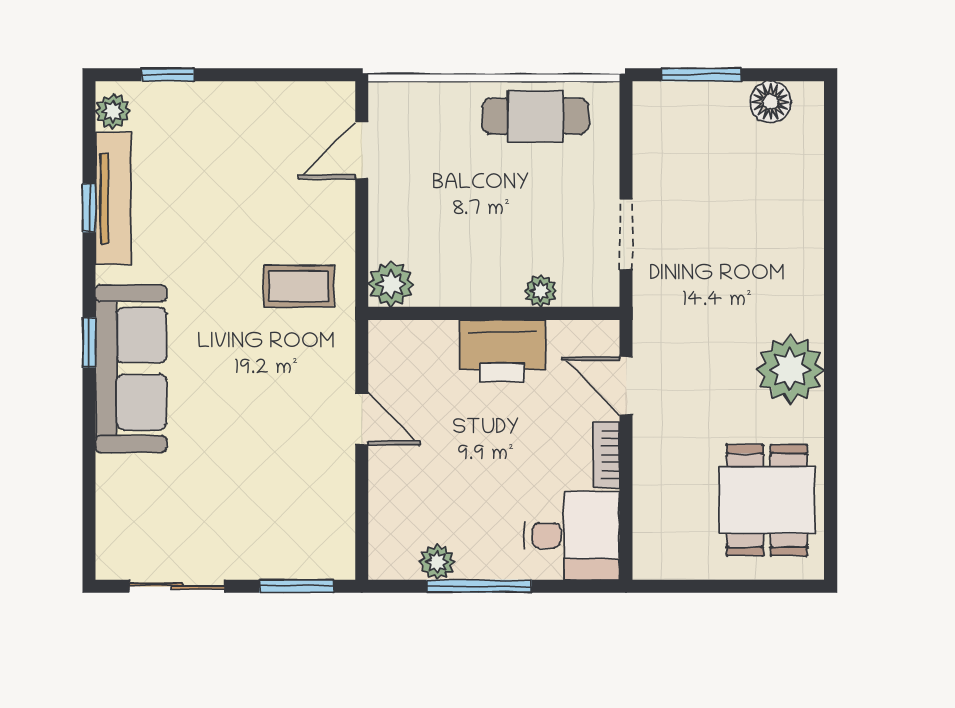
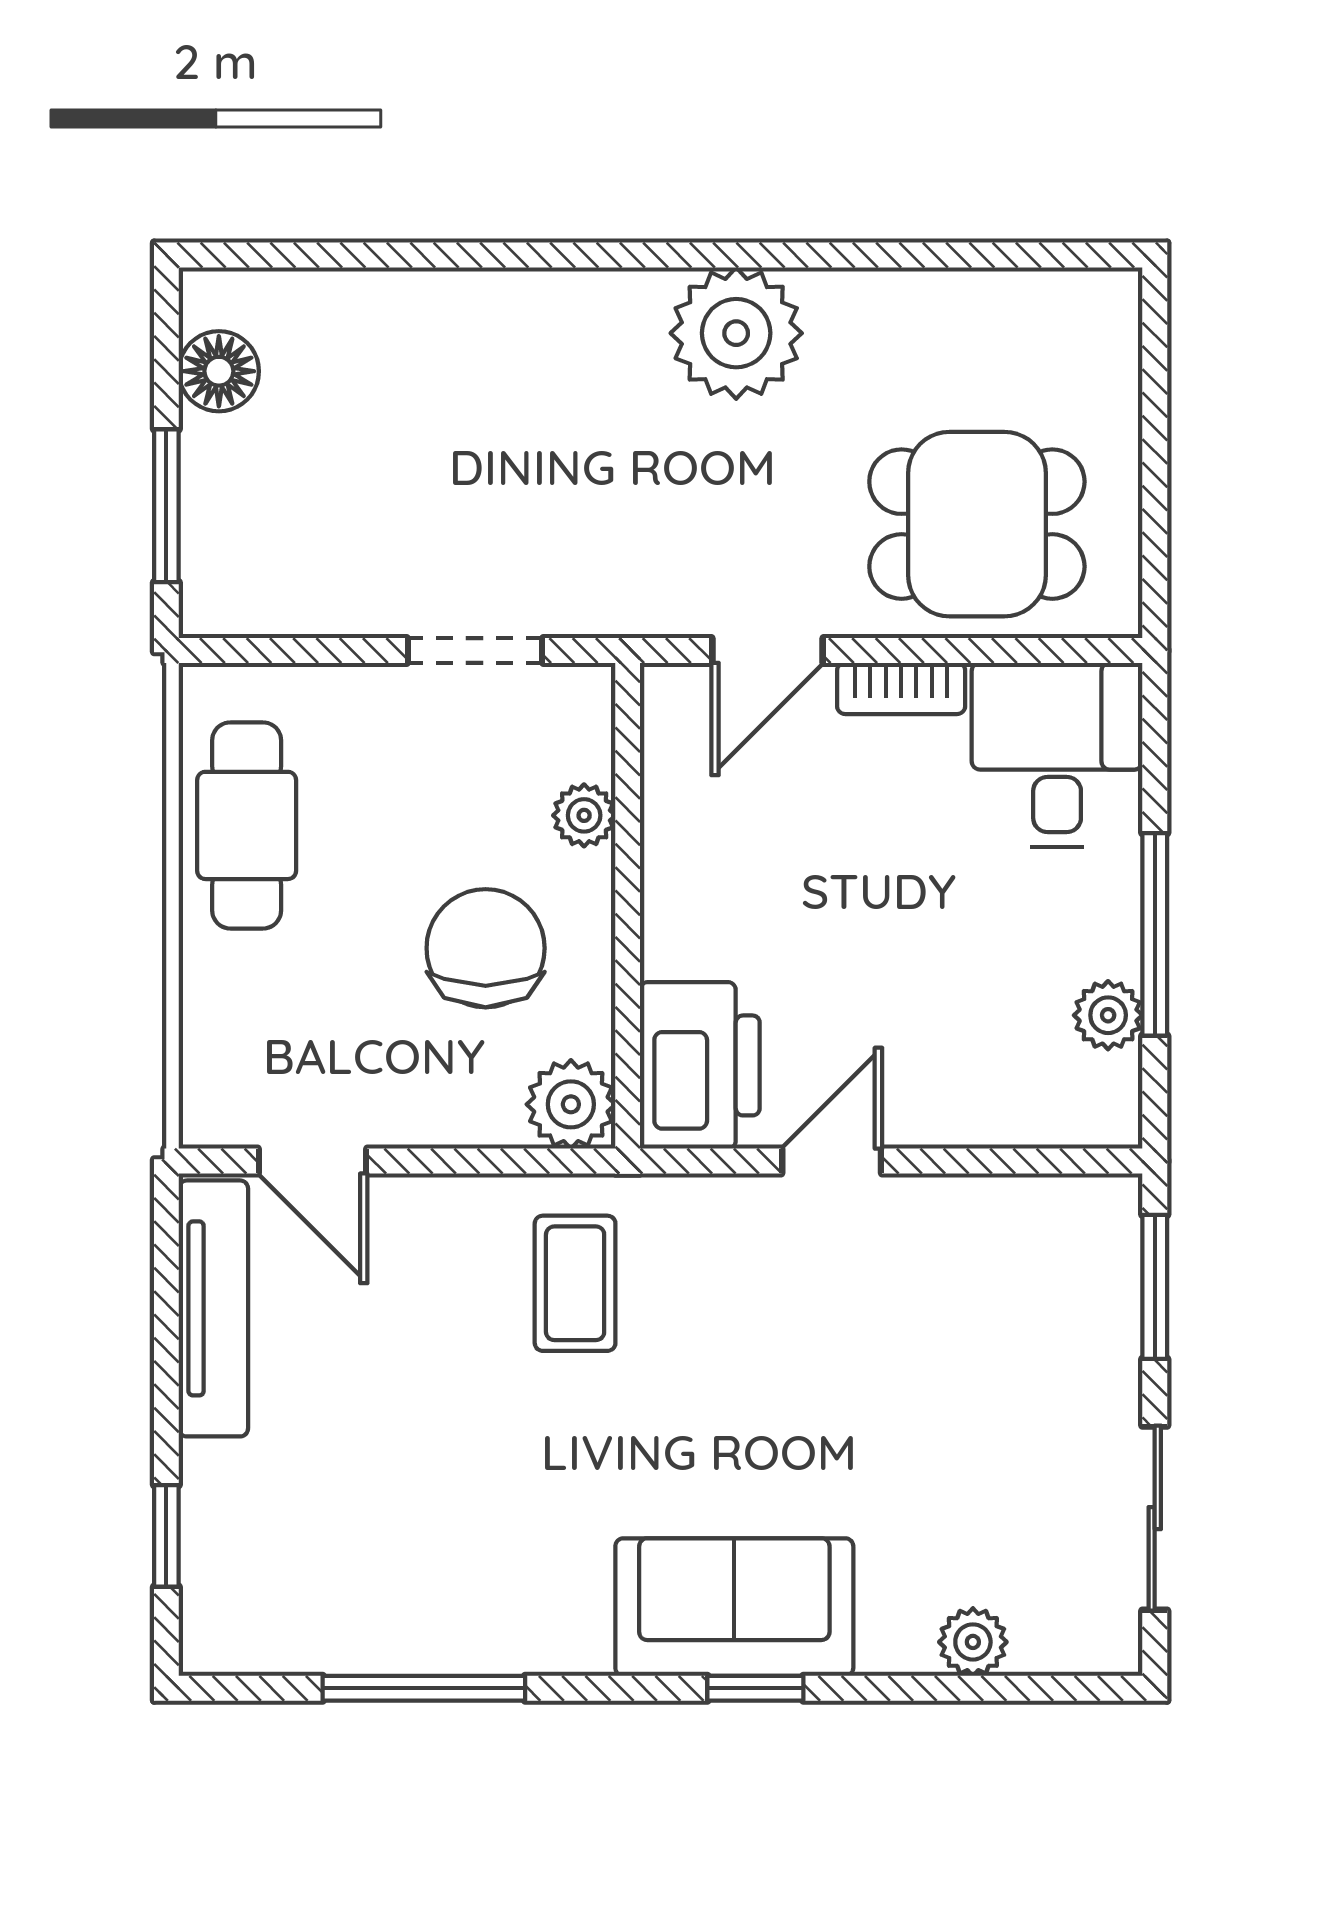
plant: (113, 111) -> (973, 1642), moved
tv unit: (113, 198) -> (213, 1308), moved, turned 90
window: (89, 208) -> (424, 1688), width x2.17
chair: (472, 240) -> (486, 948), added
window: (89, 342) -> (755, 1688), moved
printer: (502, 351) -> (700, 1065), moved
sofa: (131, 369) -> (734, 1607), width x0.73
dining table: (767, 500) -> (977, 524), moved

